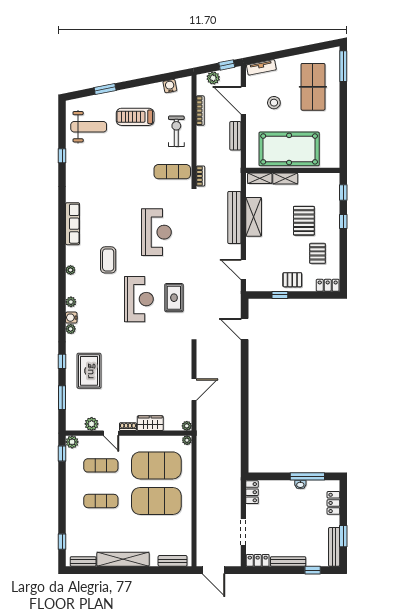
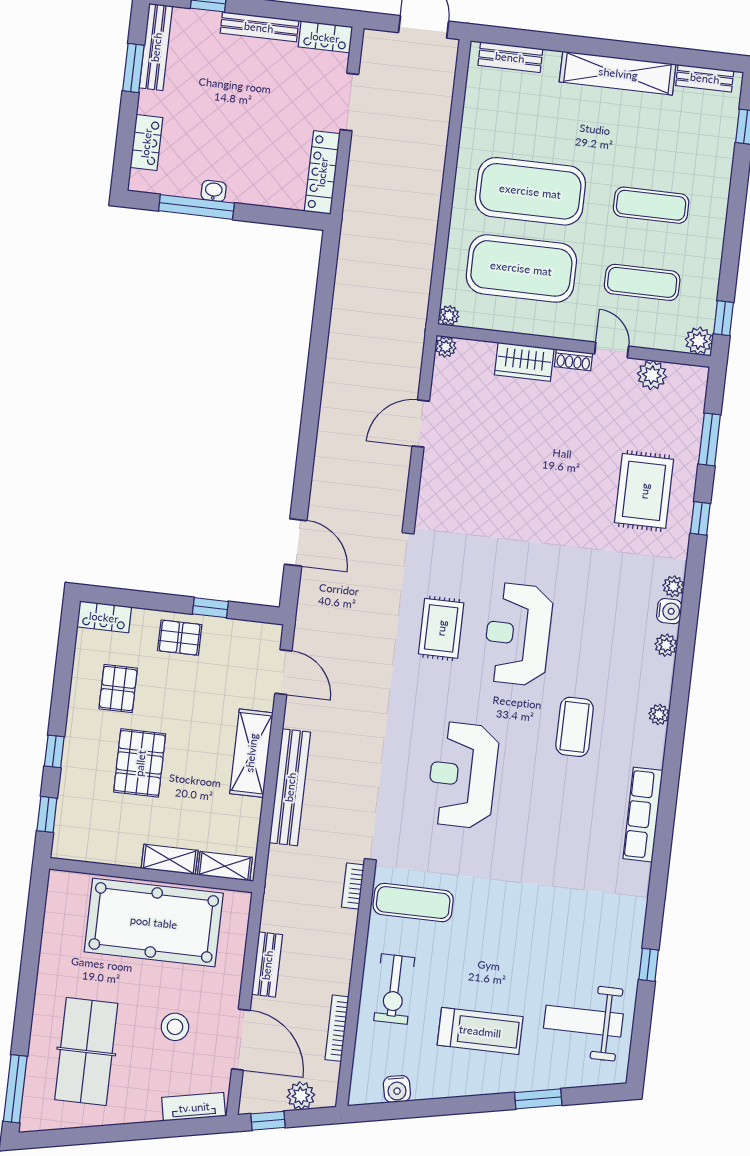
shelving: (254, 217) -> (251, 753), moved
locker: (252, 492) -> (322, 172), width x1.53

